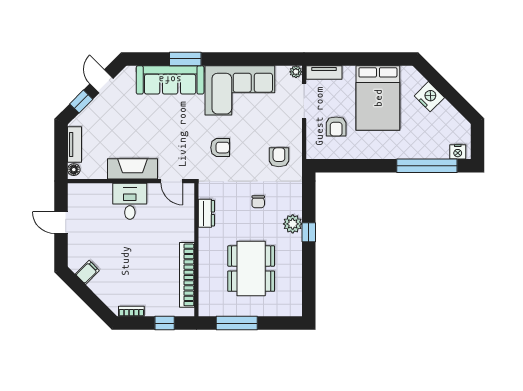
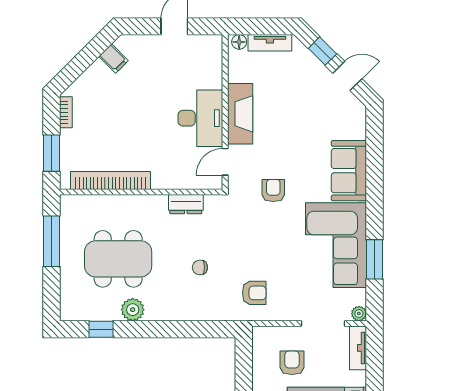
window: (185, 59) -> (375, 259), moved
sofa: (170, 80) -> (349, 171), width x0.73
armchair: (336, 126) -> (292, 363), turned 90
armchair: (220, 148) -> (273, 190), moved, turned 180
desk: (130, 201) -> (200, 118), width x1.37
plant: (293, 224) -> (133, 310), moved
window: (309, 232) -> (101, 329), moved
window: (165, 323) -> (51, 153), width x1.50

